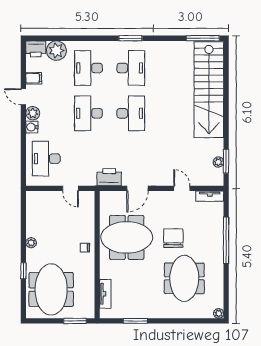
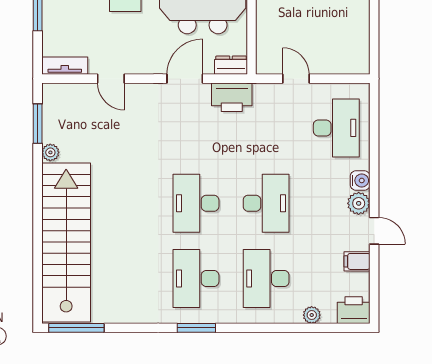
plant: (56, 51) -> (312, 315), width x0.53, depth x0.53
desk: (88, 68) -> (266, 278), turned 180
plant: (218, 162) -> (50, 152), moved
dresser: (110, 196) -> (231, 65), added

